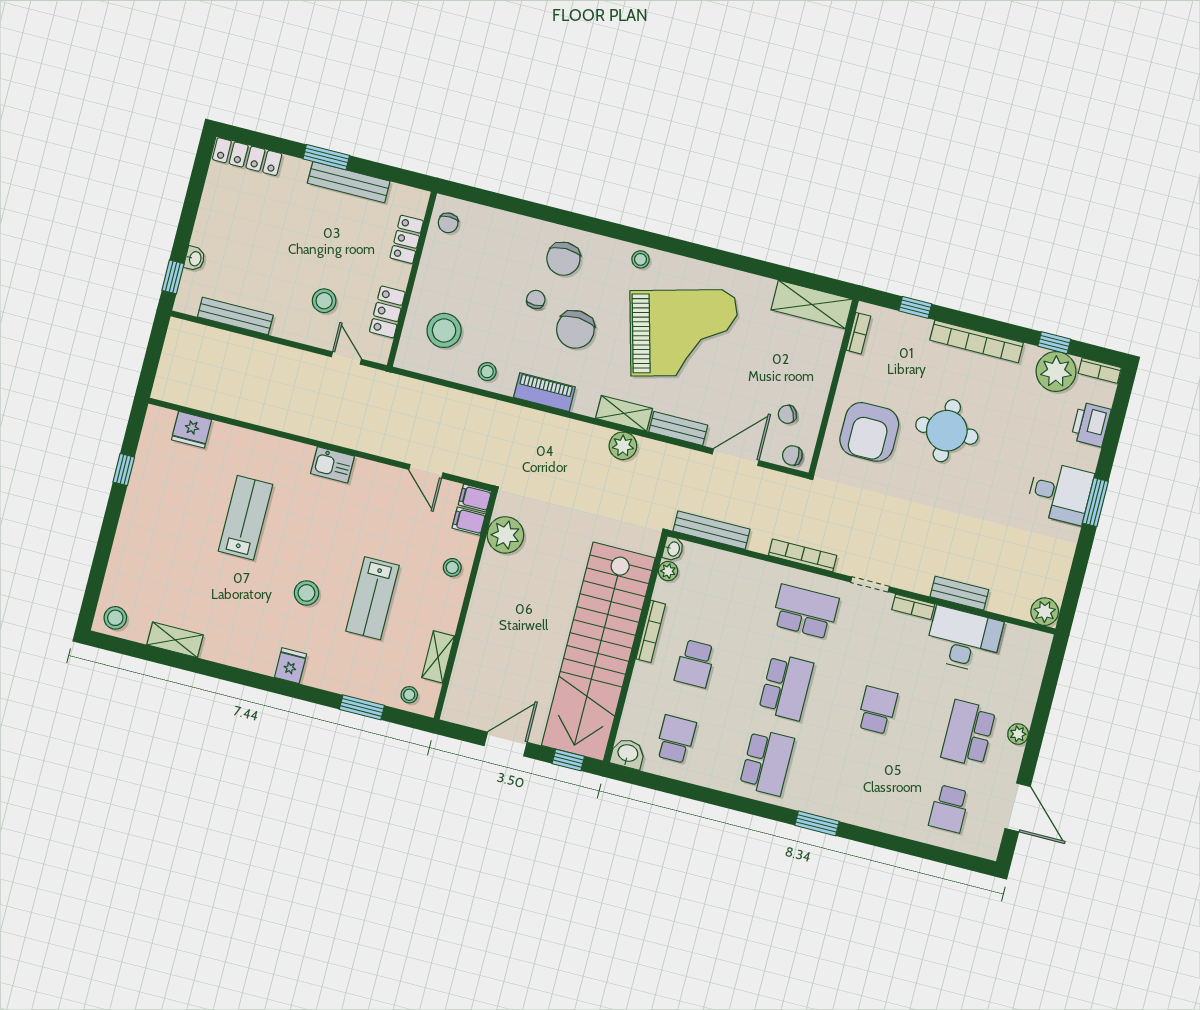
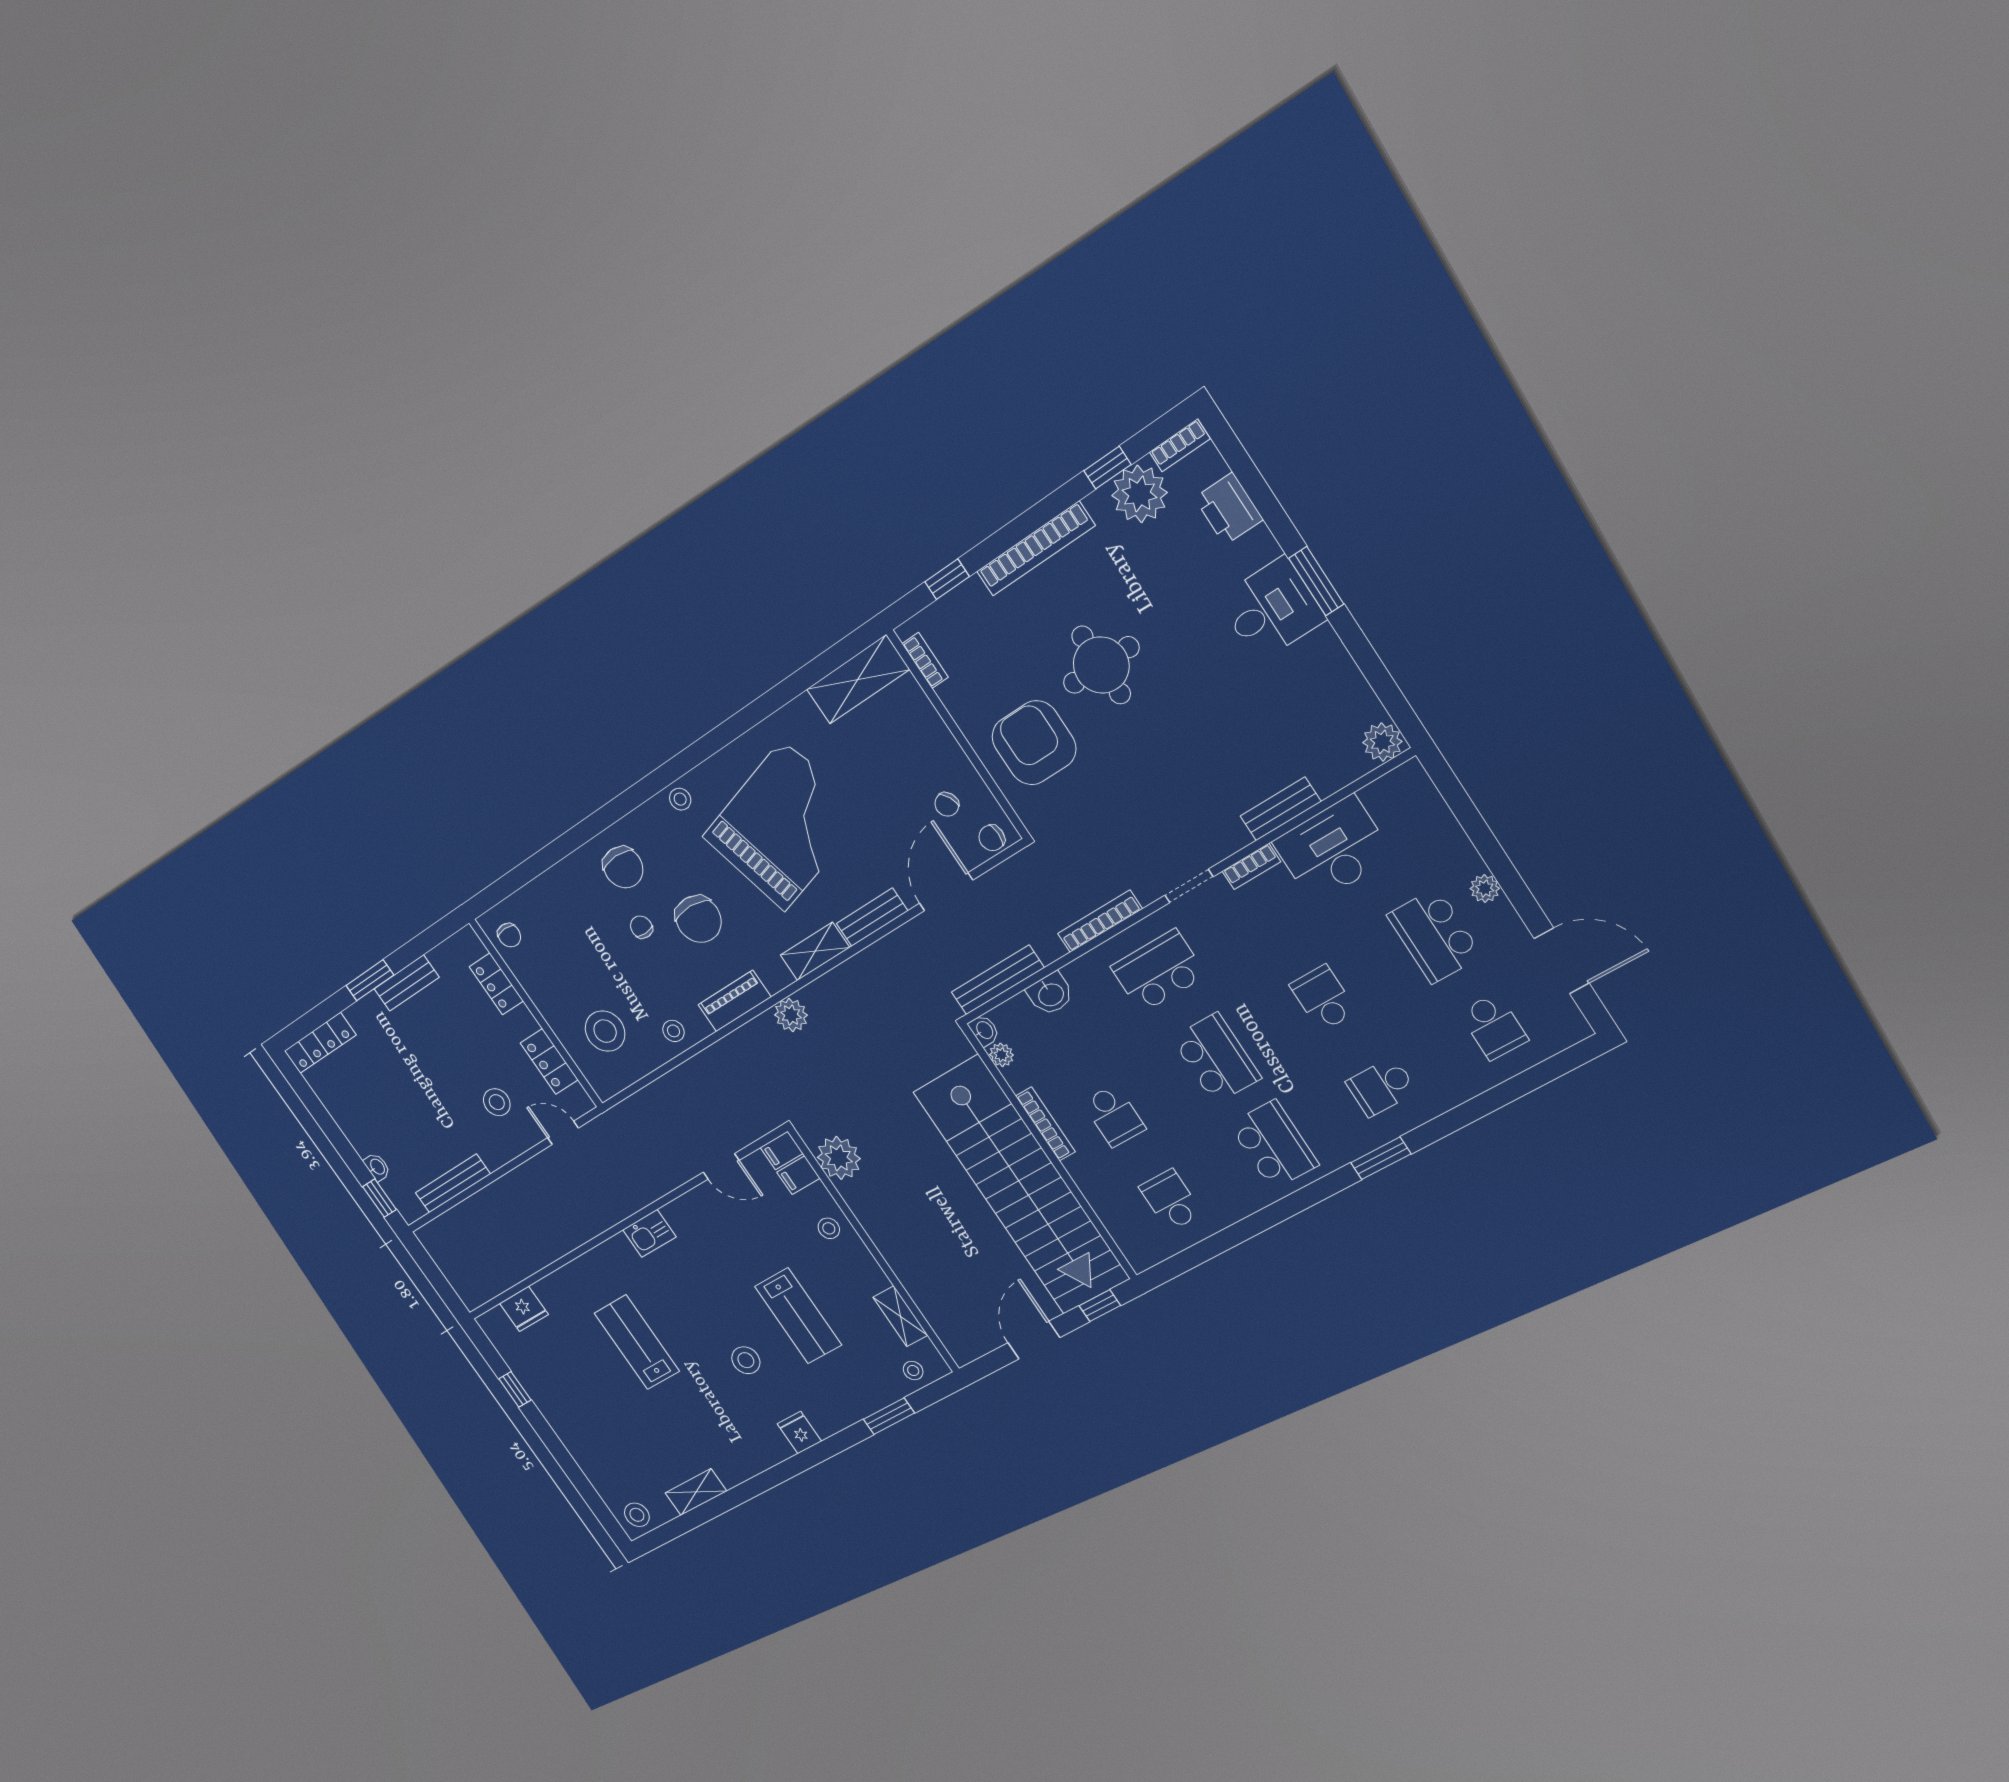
bench: (349, 182) -> (407, 983), width x0.73
armchair: (869, 432) -> (1034, 743), turned 180
plant: (623, 446) -> (791, 1015), moved
washbasin: (628, 754) -> (1050, 994), moved, turned 180
school desk: (858, 786) -> (1381, 1087), added

